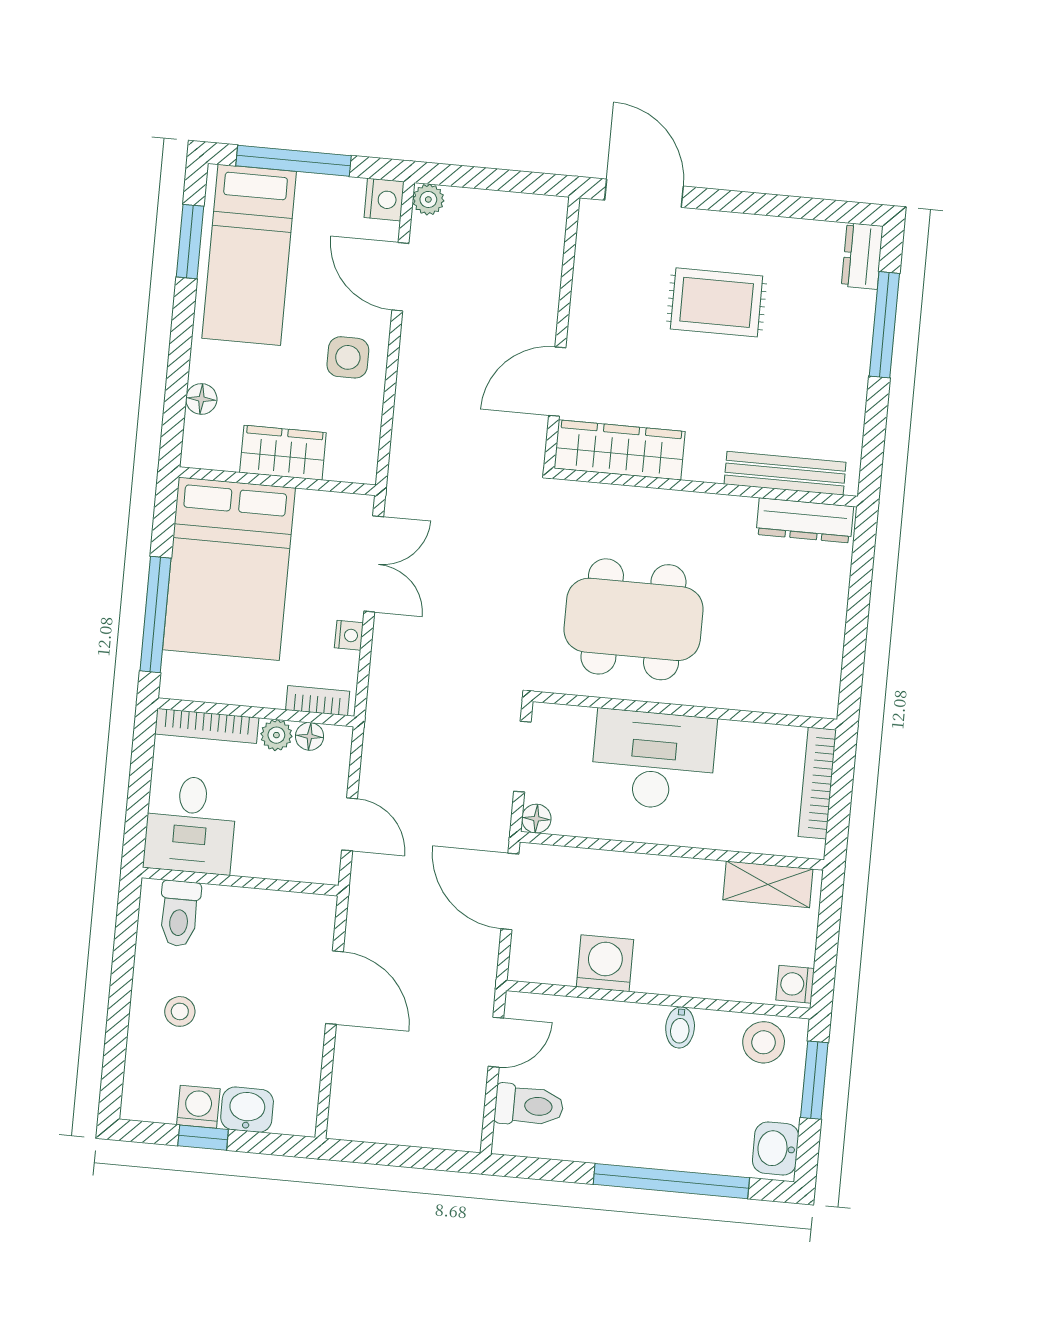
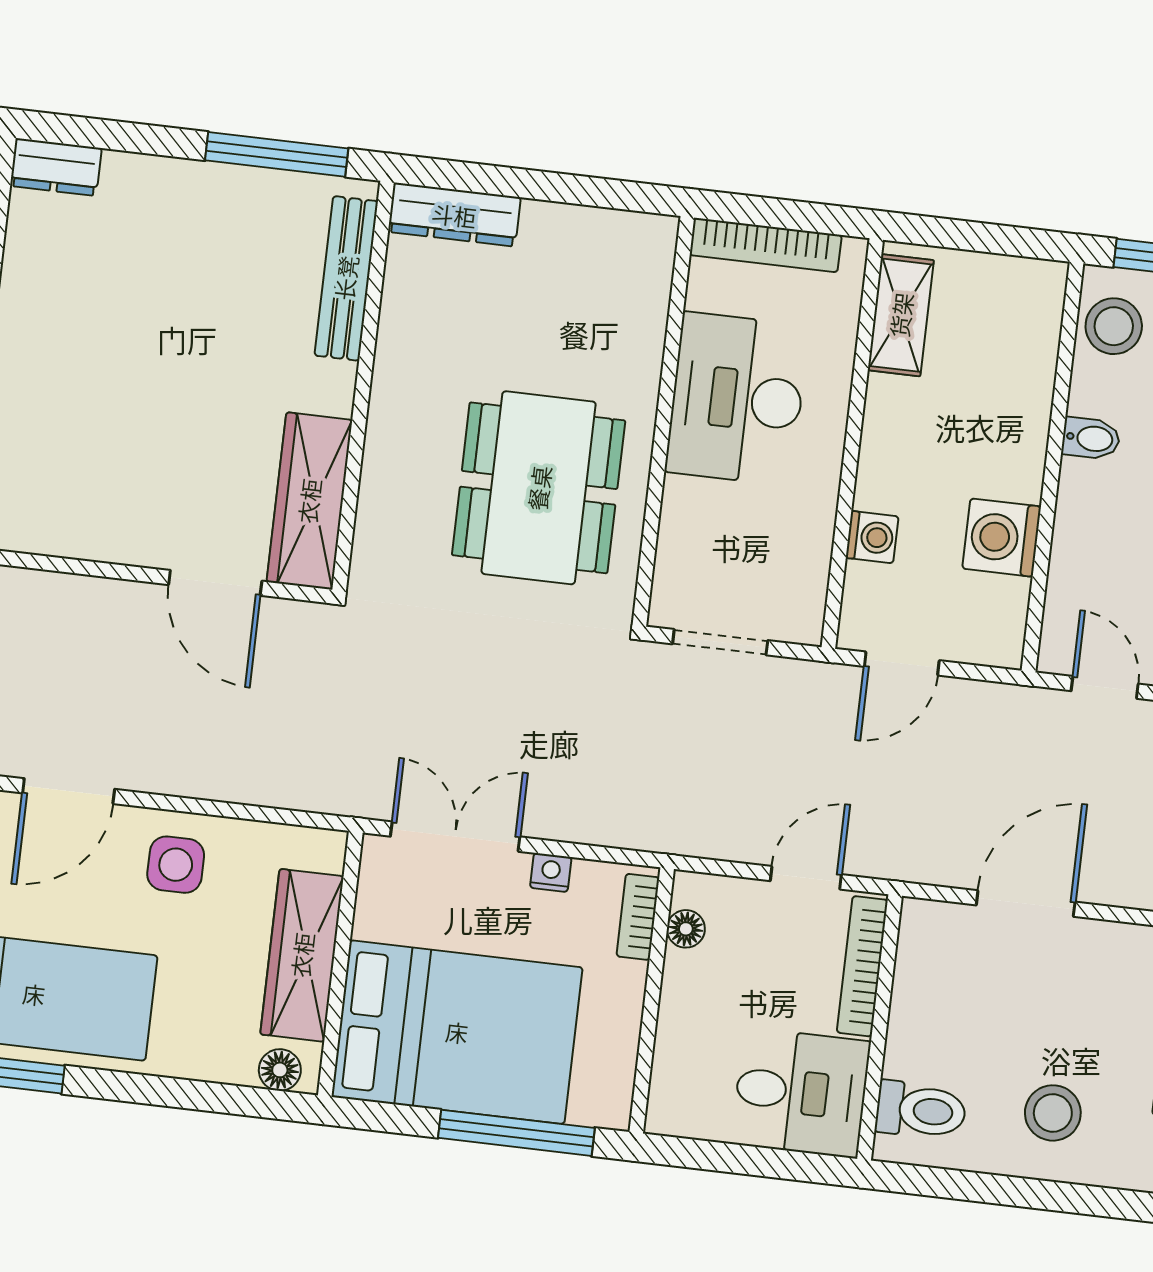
rug: (717, 302) -> (114, 365), removed
window: (884, 325) -> (277, 154), moved
floor lamp: (201, 399) -> (280, 1070), moved
wardrobe: (283, 453) -> (302, 955), width x1.50
dresser: (805, 520) -> (454, 215), moved, turned 90
bookcase: (207, 726) -> (862, 966), moved, turned 180
plant: (276, 735) -> (683, 974), removed
desk: (653, 760) -> (737, 399), moved
floor lamp: (536, 819) -> (804, 625), removed
door: (510, 891) -> (902, 664), width x0.73
washing machine: (795, 984) -> (872, 537), moved, turned -90
stool: (180, 1011) -> (1053, 1113), width x1.37, depth x1.37

